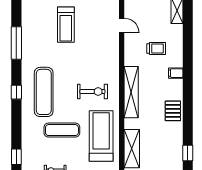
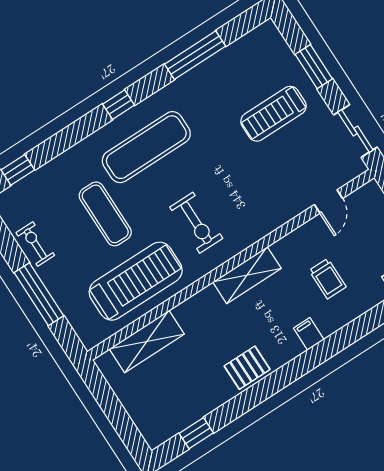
shelving: (131, 92) -> (247, 275), width x0.68

